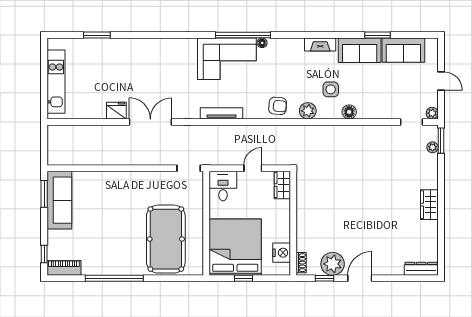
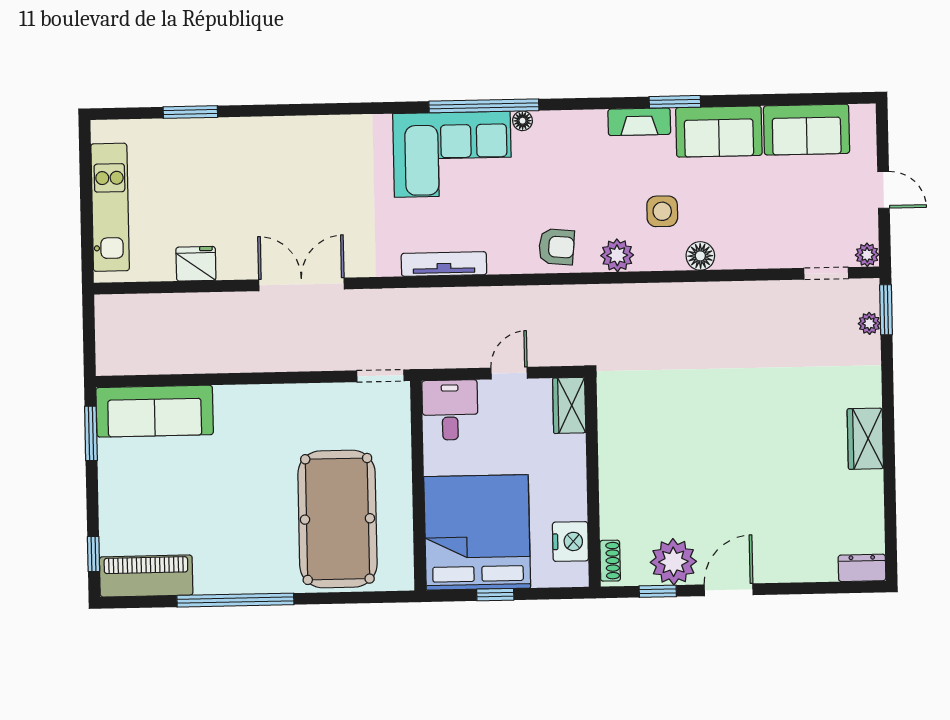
window: (378, 35) -> (675, 102), moved
fridge: (116, 111) -> (196, 264), moved
sofa: (59, 200) -> (155, 411), moved, turned 90
piano: (64, 268) -> (146, 576), width x1.37, depth x1.33
dresser: (421, 269) -> (862, 568), width x0.70

